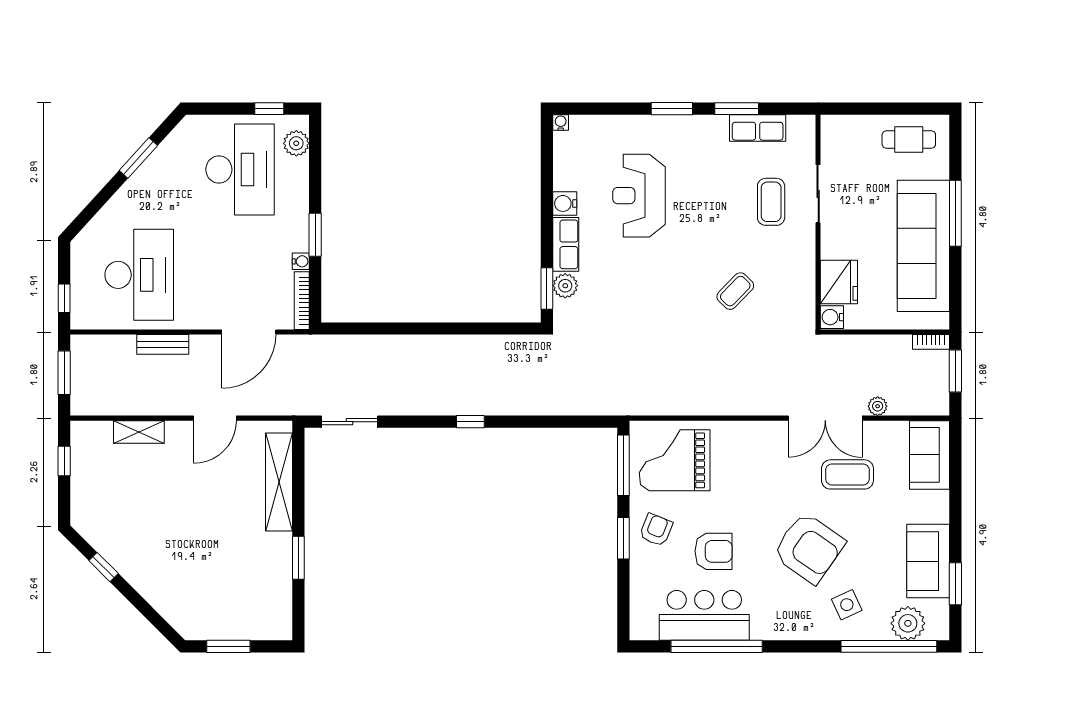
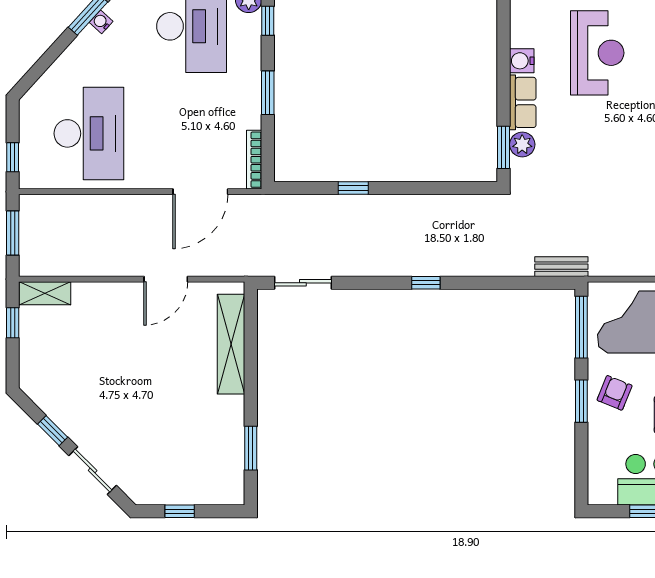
window: (315, 164) -> (268, 21), added
reception desk: (639, 196) -> (597, 53), turned 180
water cooler: (301, 261) -> (101, 22), moved, turned -138
window: (399, 329) -> (353, 188), added
bench: (163, 344) -> (561, 267), moved
shelving: (139, 432) -> (45, 293), moved
window: (298, 558) -> (251, 448), moved
sliding door: (143, 606) -> (93, 471), added
window: (228, 646) -> (180, 511), width x0.67

